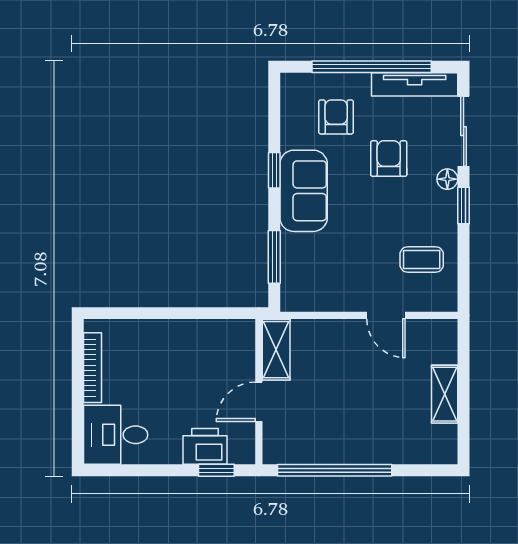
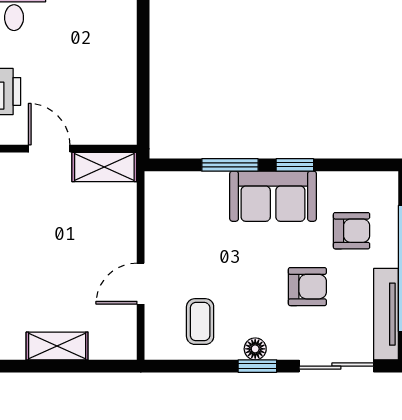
floor lamp: (447, 179) -> (255, 349), moved
window: (274, 257) -> (230, 165), moved

